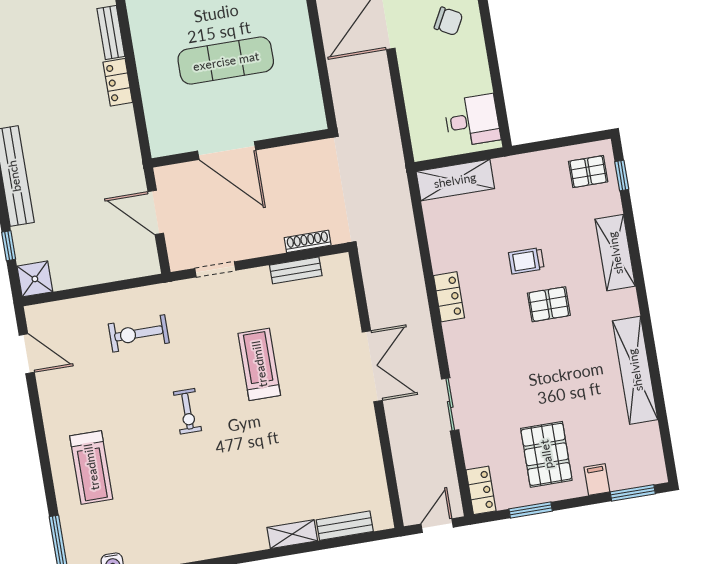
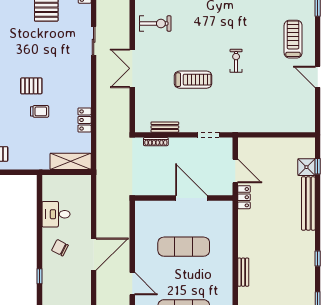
locker: (118, 82) -> (244, 197), moved
desk: (472, 121) -> (56, 214), moved
shower: (35, 279) -> (306, 167), moved
locker: (449, 297) -> (85, 120), moved
exercise bike: (139, 333) -> (155, 23), moved
door: (27, 354) -> (318, 77), moved
treadmill: (259, 364) -> (193, 80), turned -90

